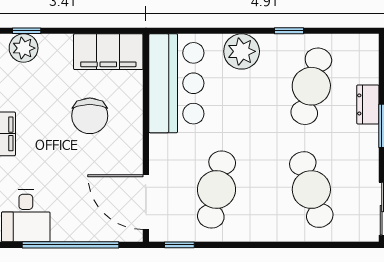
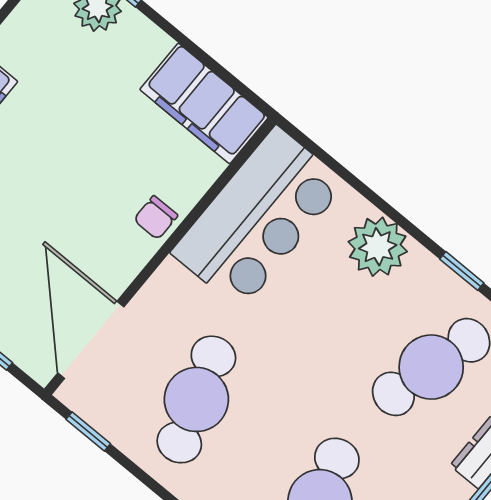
chair: (90, 116) -> (156, 218), moved, width x0.54, depth x0.54
cafe table: (216, 190) -> (196, 399), turned -30

